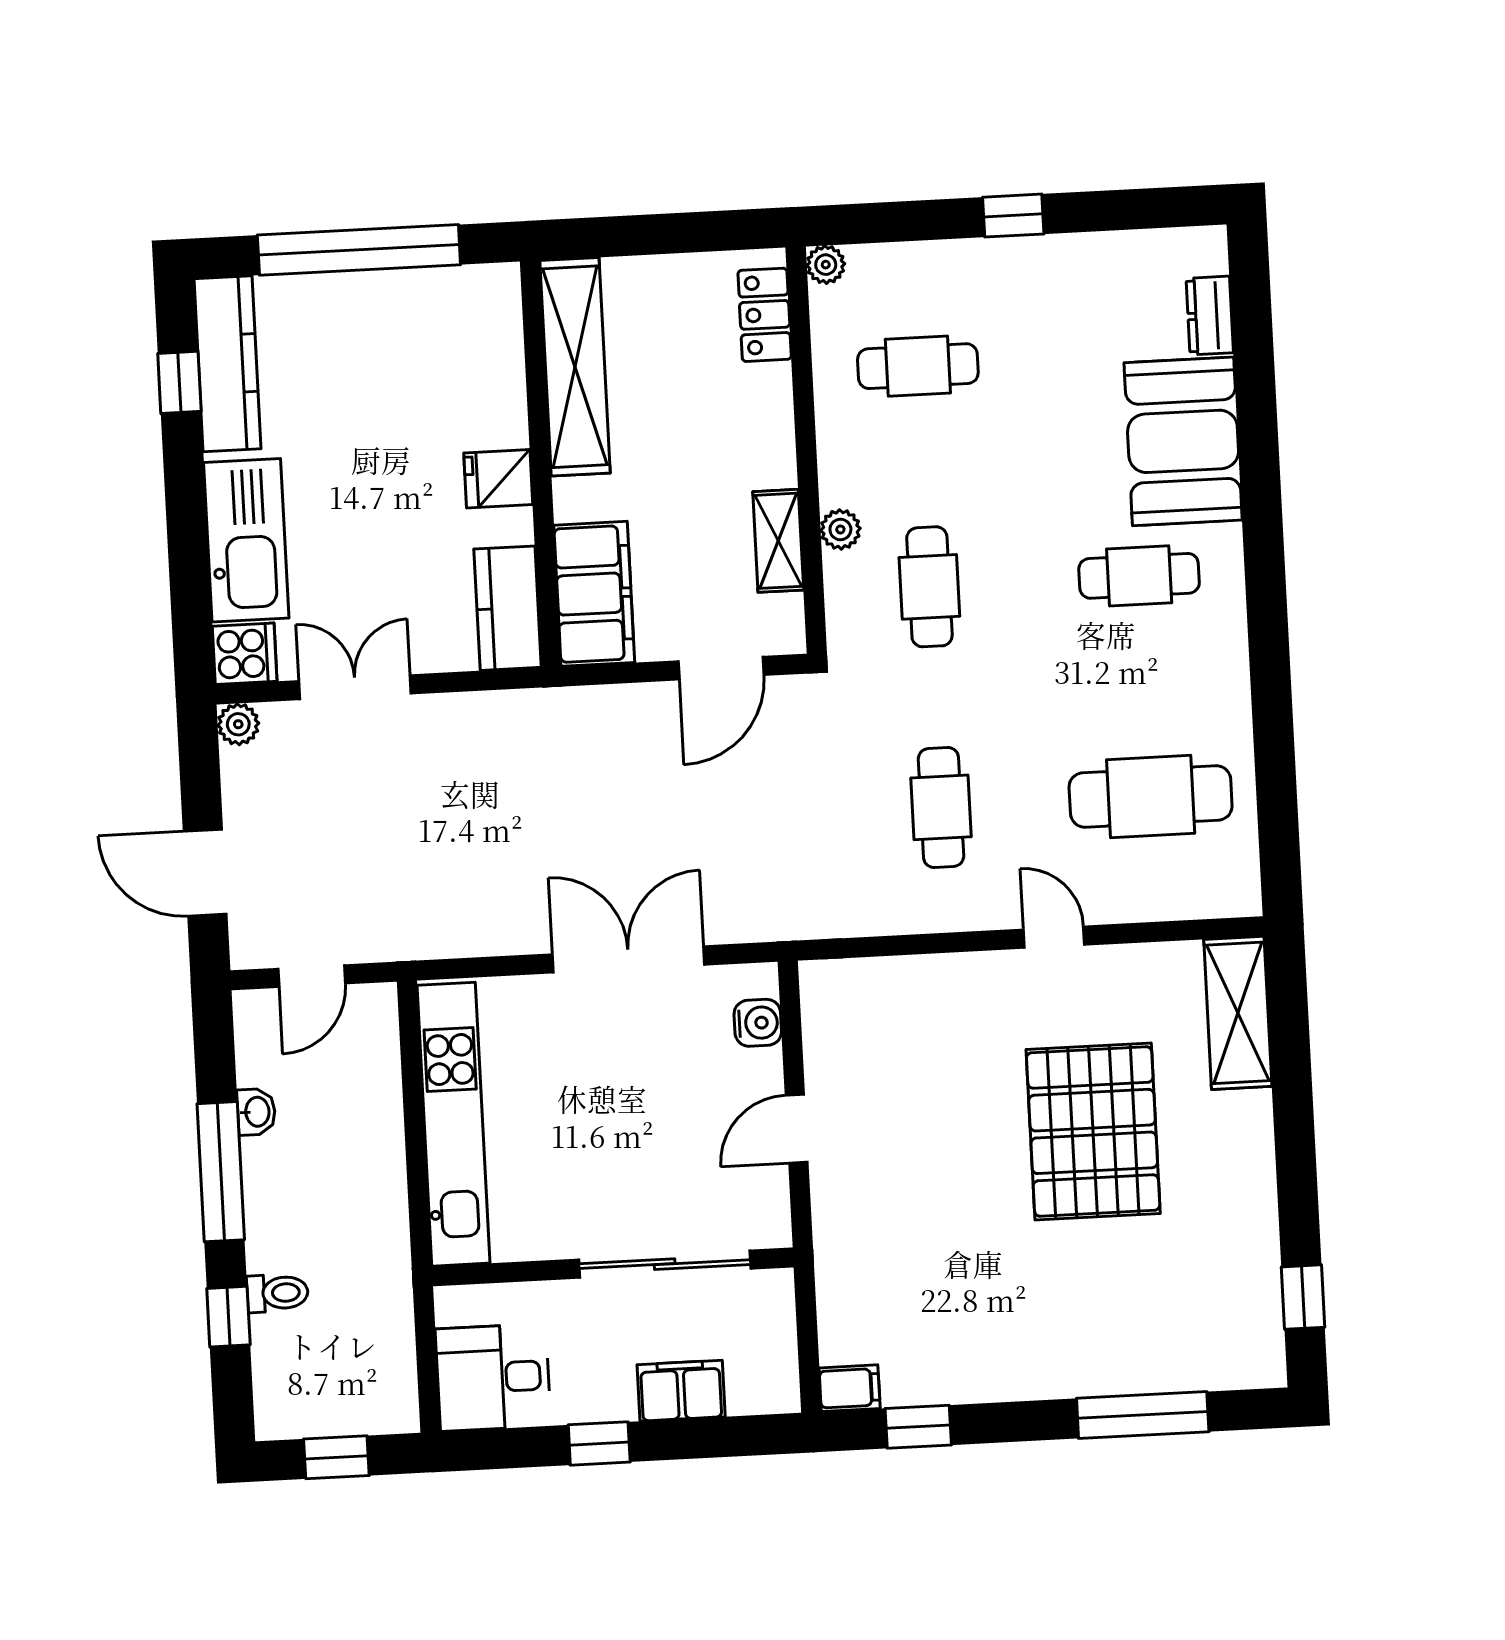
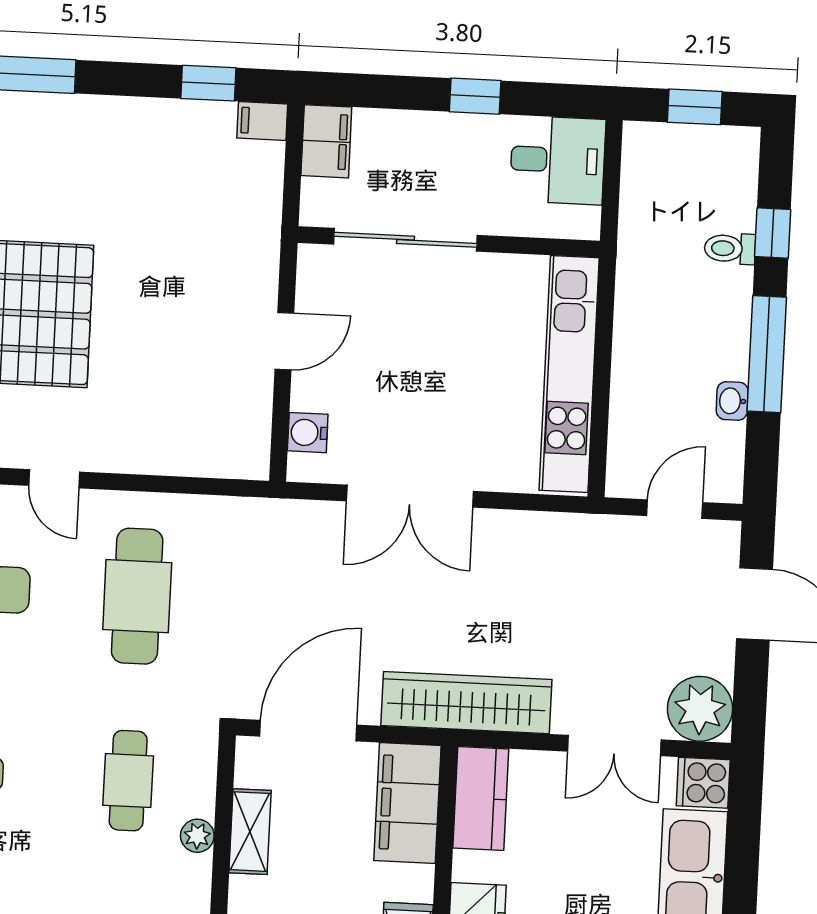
door: (721, 668) -> (308, 731), width x1.36
wardrobe: (536, 721) -> (466, 703), added
plant: (238, 724) -> (700, 709), width x1.87, depth x1.87
cafe table: (941, 807) -> (137, 596), width x1.37, depth x1.35
filing cabinet: (681, 1391) -> (326, 141), moved, turned -90

